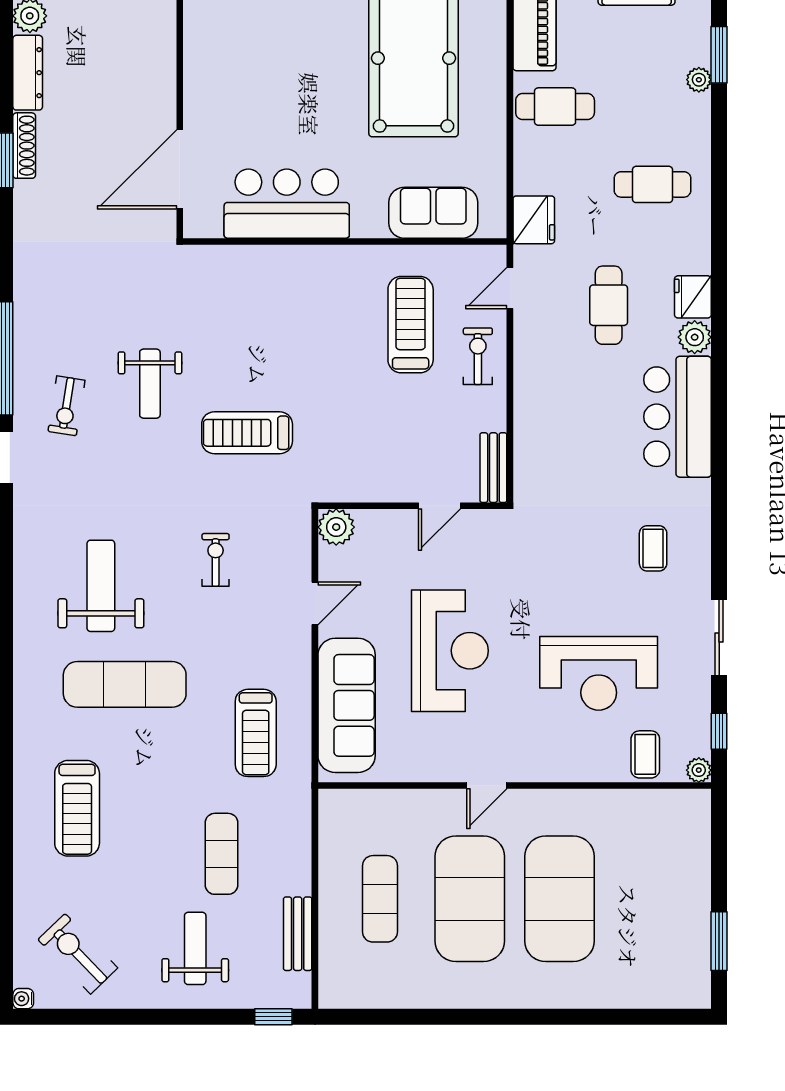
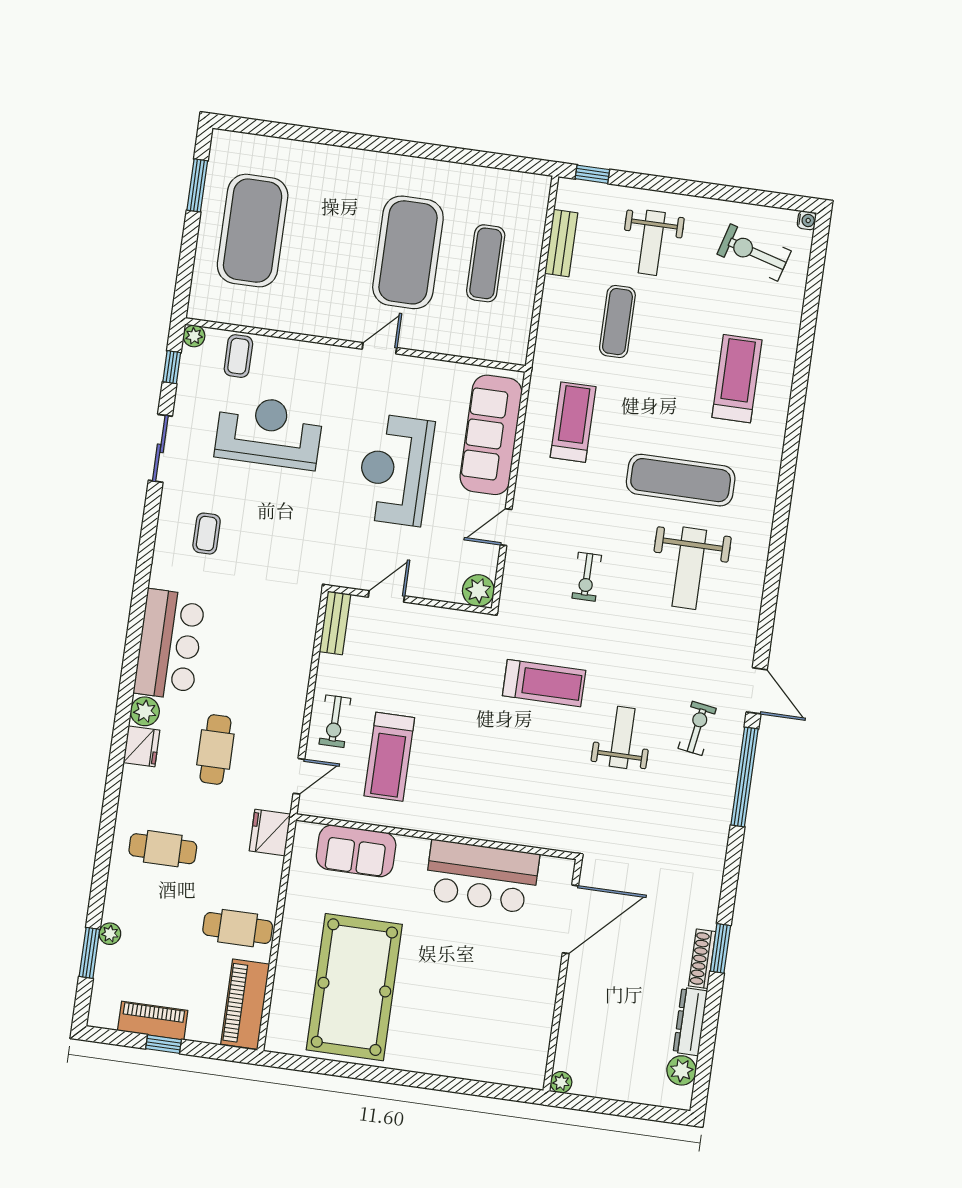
exercise mat: (559, 899) -> (253, 231), moved
exercise bike: (78, 954) -> (754, 252), turned 150

